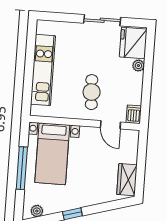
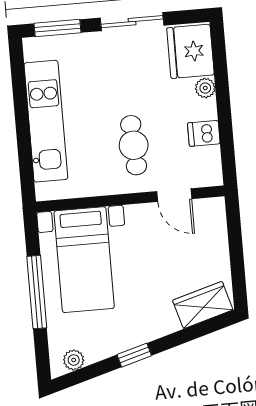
window: (58, 17) -> (58, 28), added
dishwasher: (134, 114) -> (204, 133), moved, turned -90
wardrobe: (127, 180) -> (203, 305), moved, turned 74

